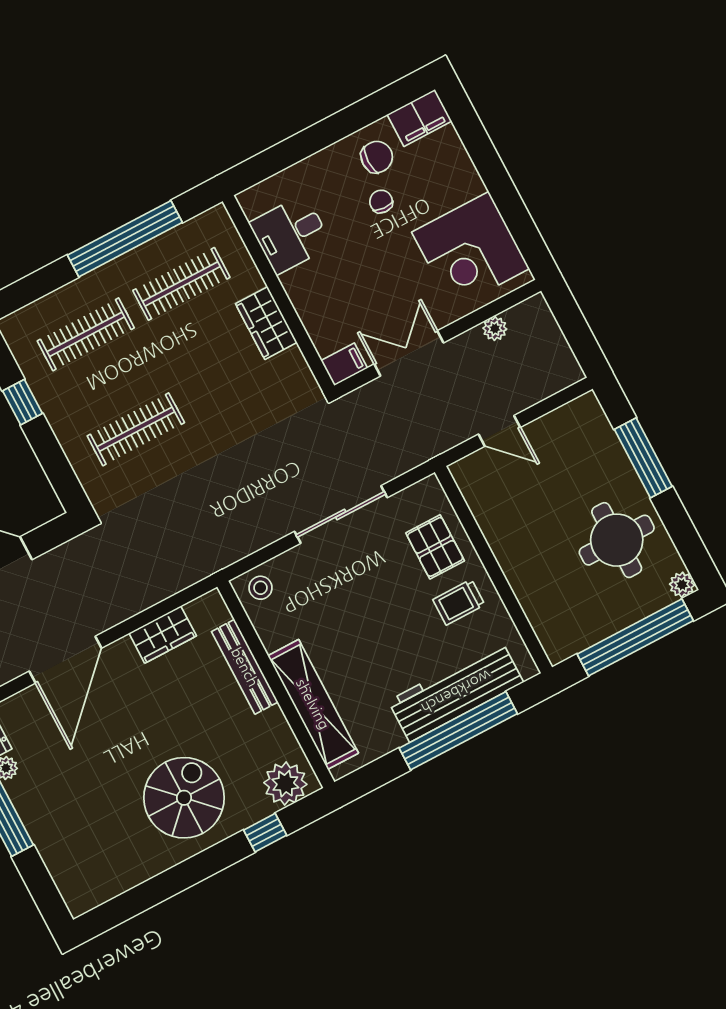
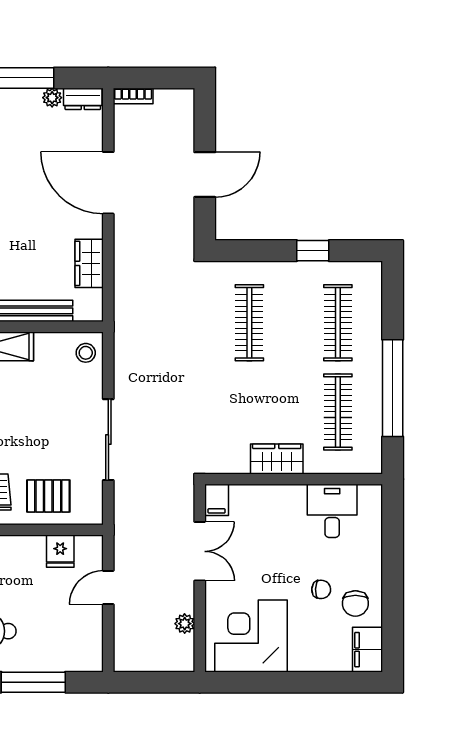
fridge: (488, 503) -> (60, 551), added

